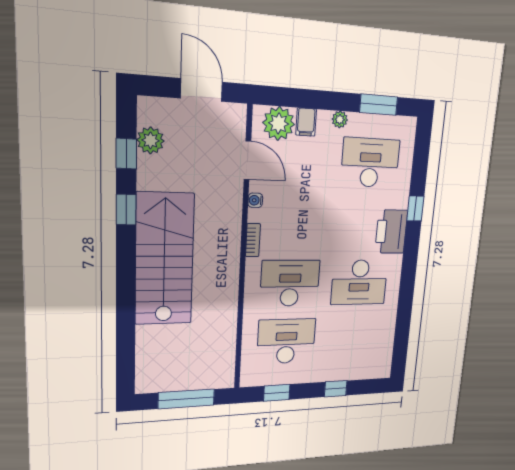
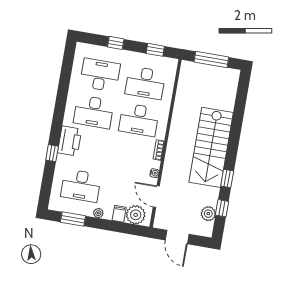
desk: (359, 282) -> (94, 112), turned 180
desk: (354, 338) -> (100, 75), added

